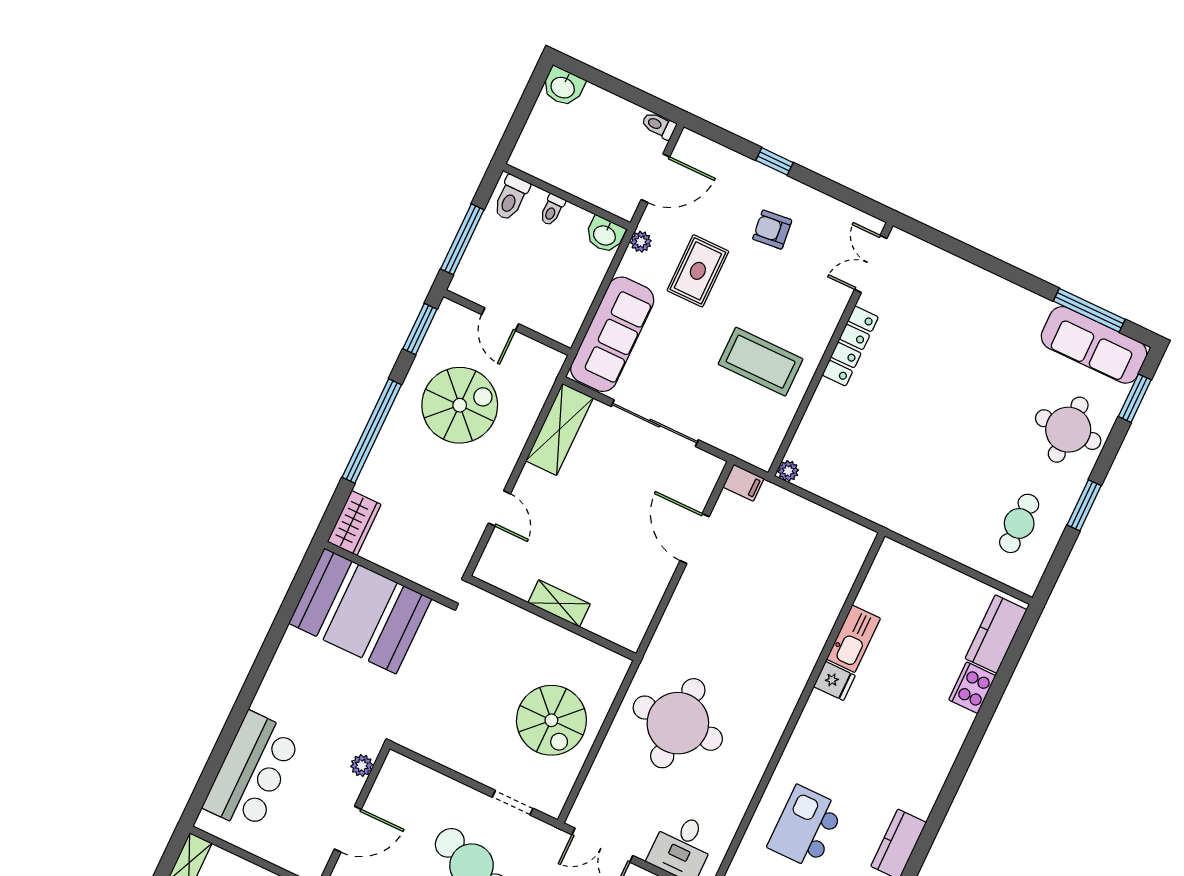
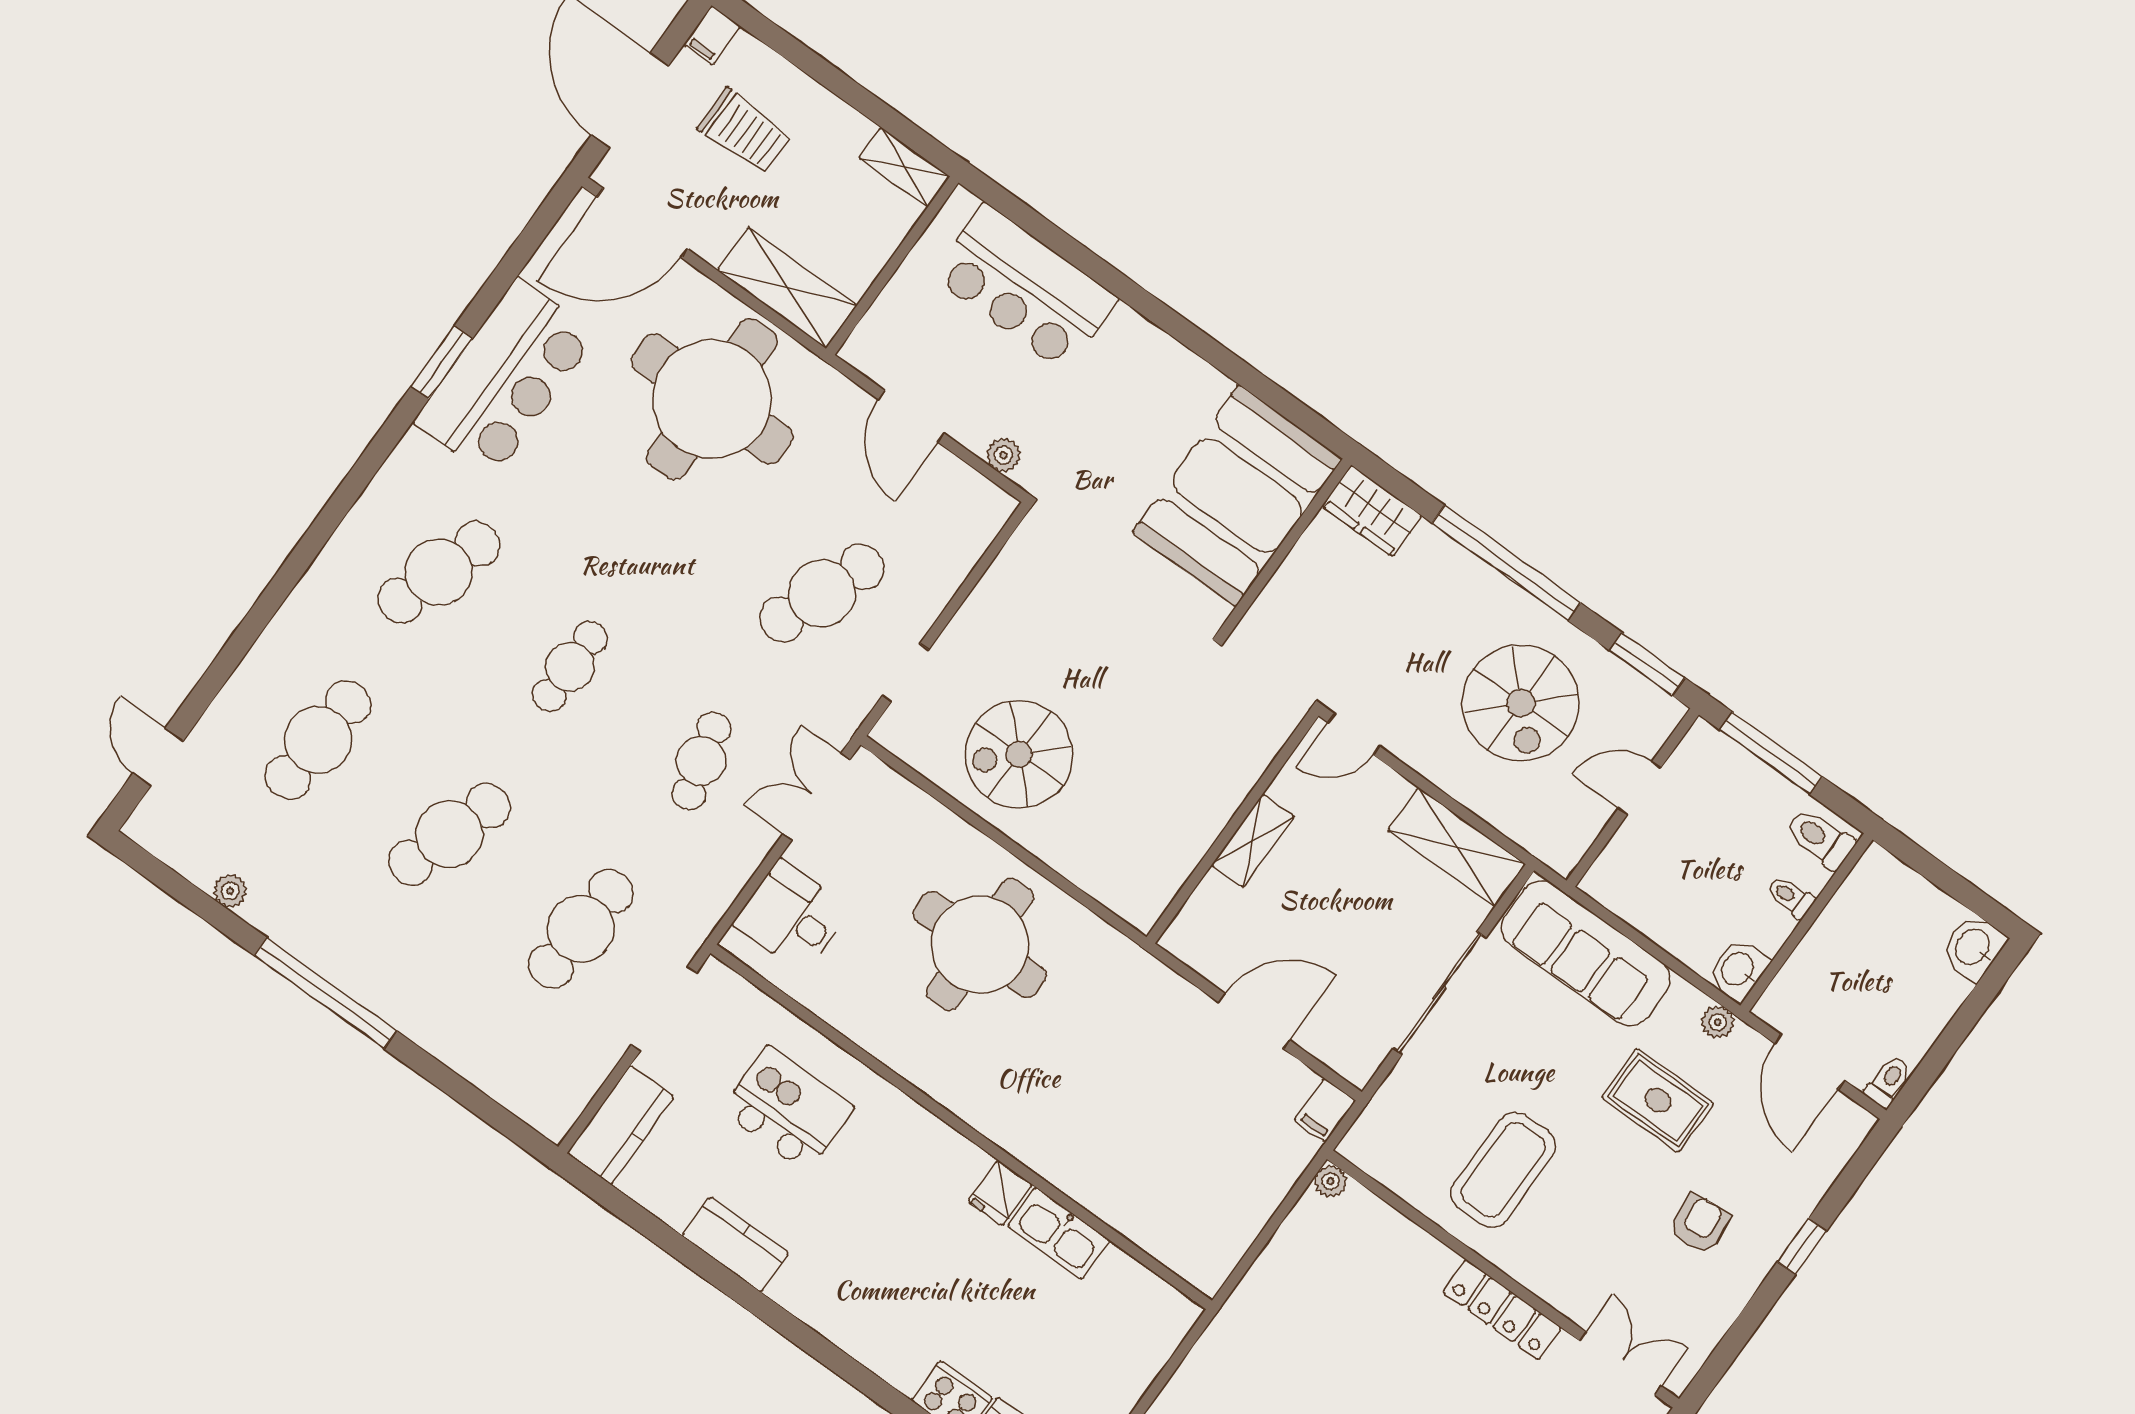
shelving: (559, 603) -> (1253, 841), moved
wall: (552, 618) -> (1233, 826), moved

